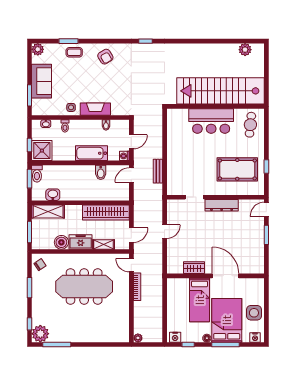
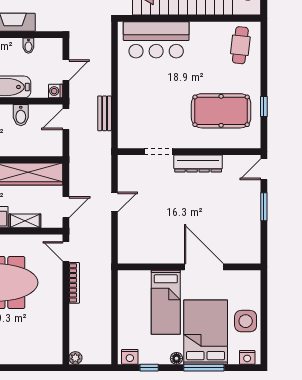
bar counter: (211, 121) -> (156, 40), moved
wardrobe: (194, 268) -> (158, 255), removed

